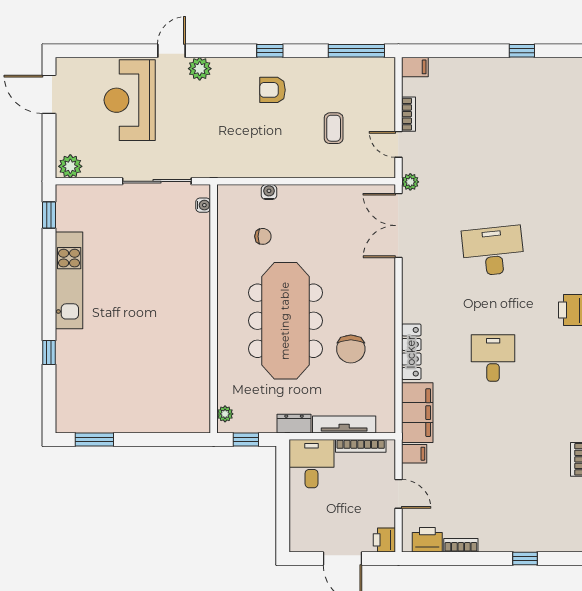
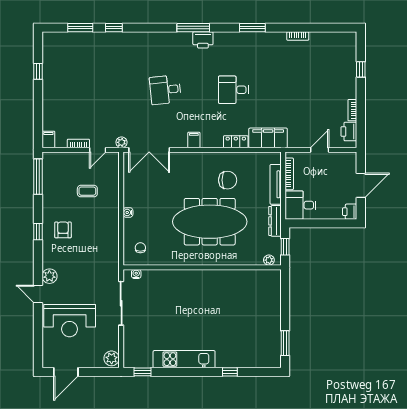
armchair: (272, 90) -> (63, 230), turned 180
water cooler: (269, 192) -> (128, 212), moved
chair: (263, 236) -> (140, 248), moved
desk: (493, 251) -> (165, 90), width x0.73
locker: (411, 352) -> (236, 142), width x0.66
dresser: (294, 424) -> (275, 221), width x1.44
filing cabinet: (414, 454) -> (194, 140), moved
printer: (384, 540) -> (350, 212), moved, turned 90

